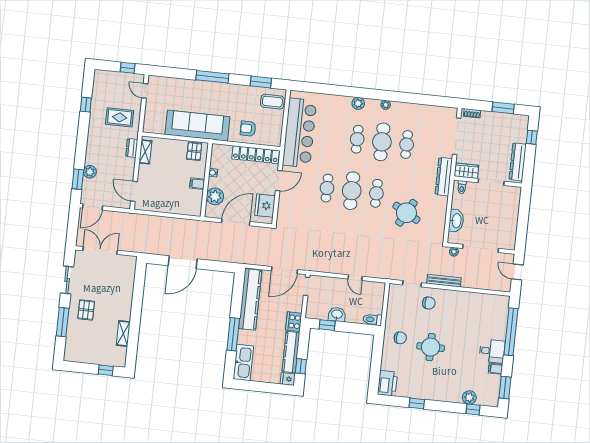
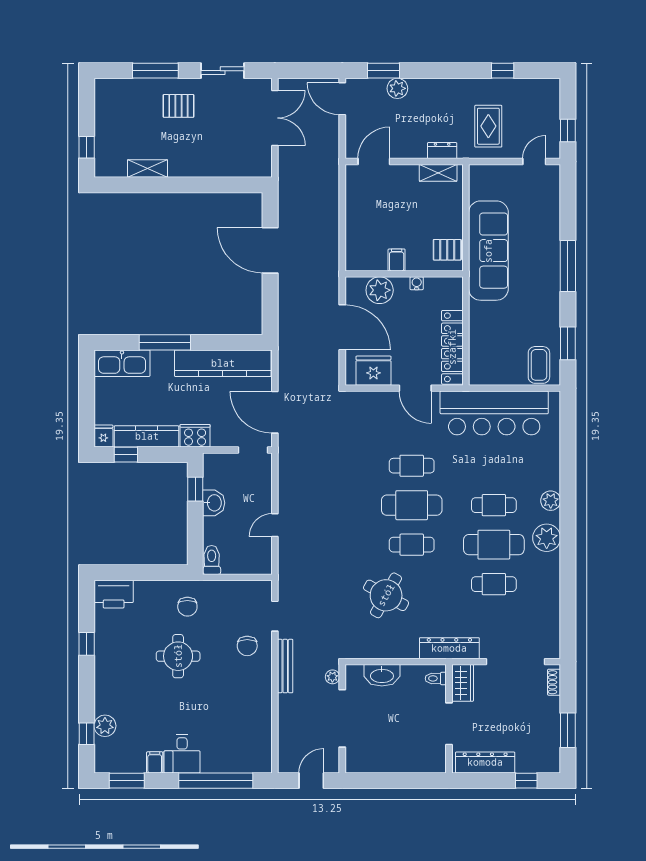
plant: (386, 105) -> (547, 538), width x1.87, depth x1.87
armchair: (248, 129) -> (492, 331), removed

